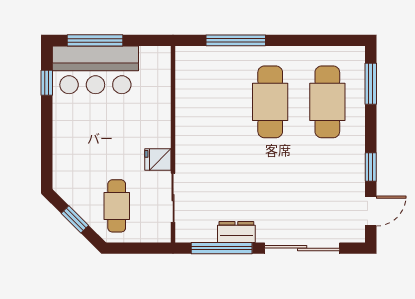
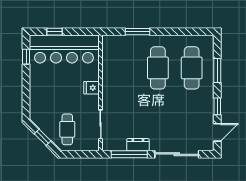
window: (95, 40) -> (54, 32), width x0.46
window: (236, 40) -> (138, 32), width x0.69
bar counter: (95, 70) -> (64, 49), width x1.36
window: (371, 84) -> (217, 71), moved
fridge: (158, 159) -> (92, 88), moved

